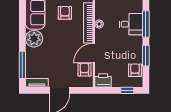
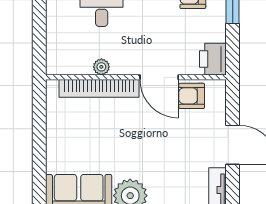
armchair: (65, 13) -> (79, 135), removed

